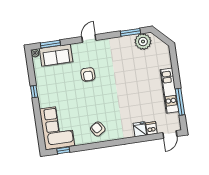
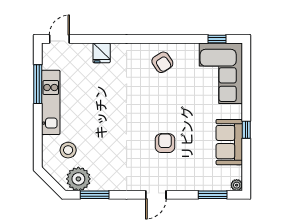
sofa: (56, 55) -> (229, 142), moved, turned -90
stool: (153, 60) -> (68, 150), added
dishwasher: (151, 128) -> (85, 52), removed

